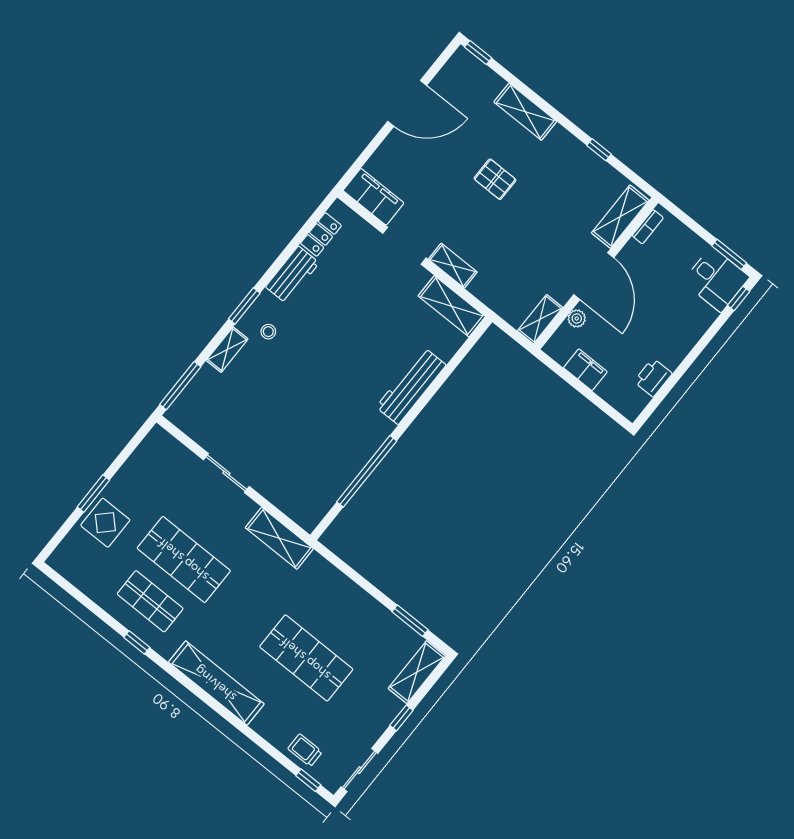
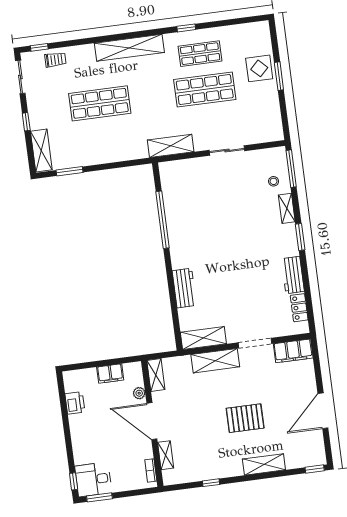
pallet: (495, 179) -> (245, 418), width x1.50, depth x1.42
shelving: (620, 217) -> (166, 455), width x0.67, depth x0.75
shelving: (453, 266) -> (215, 361), width x1.50, depth x1.33
stool: (268, 332) -> (274, 181), moved
workbench: (411, 386) -> (184, 288), width x0.73

